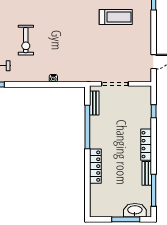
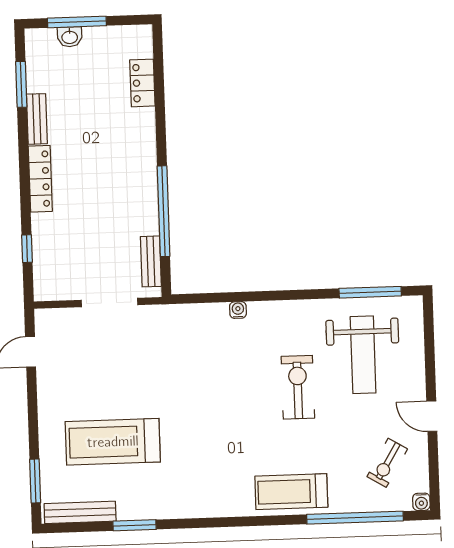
treadmill: (116, 17) -> (113, 442), width x1.37, depth x1.38
locker: (95, 166) -> (142, 83), moved, width x0.66
window: (154, 190) -> (21, 84), width x0.69
washbasin: (135, 210) -> (70, 37), width x0.52, depth x0.69

